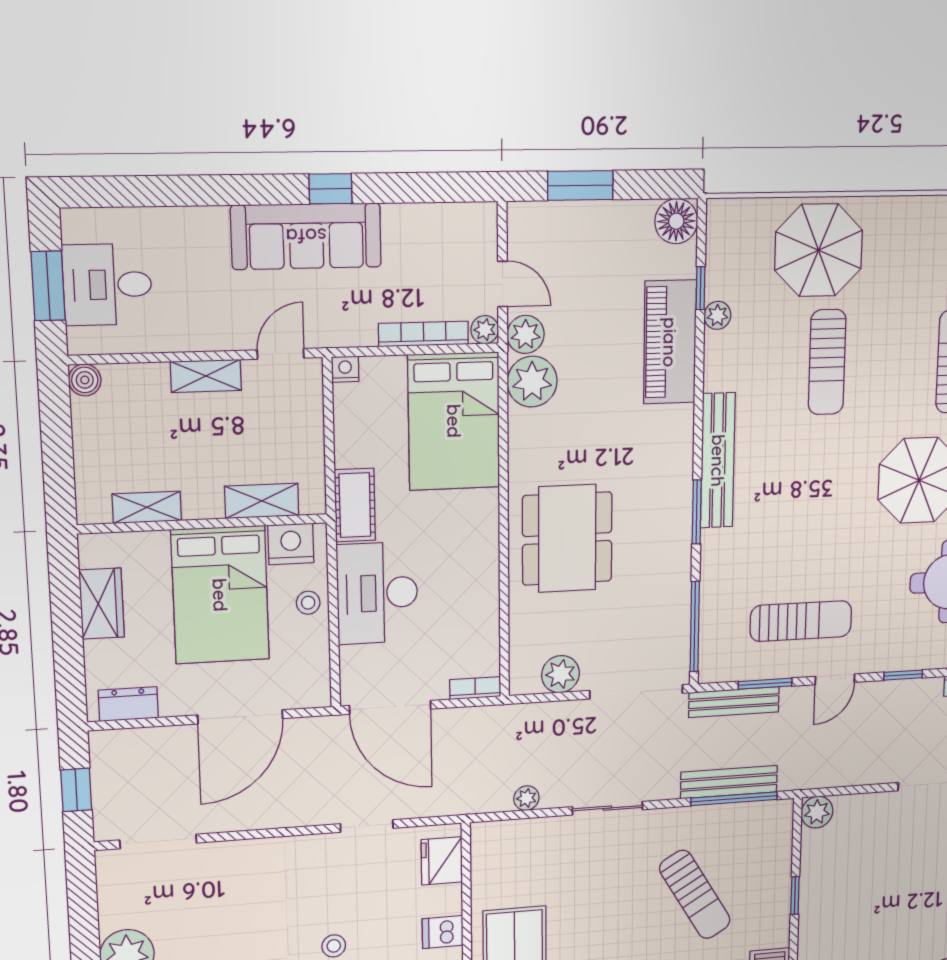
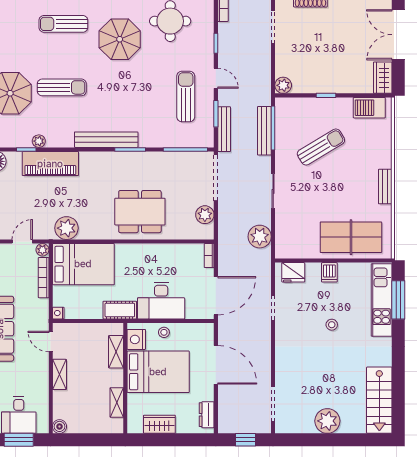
plant: (526, 334) -> (45, 231), removed
plant: (526, 798) -> (260, 237), width x1.88, depth x1.88

